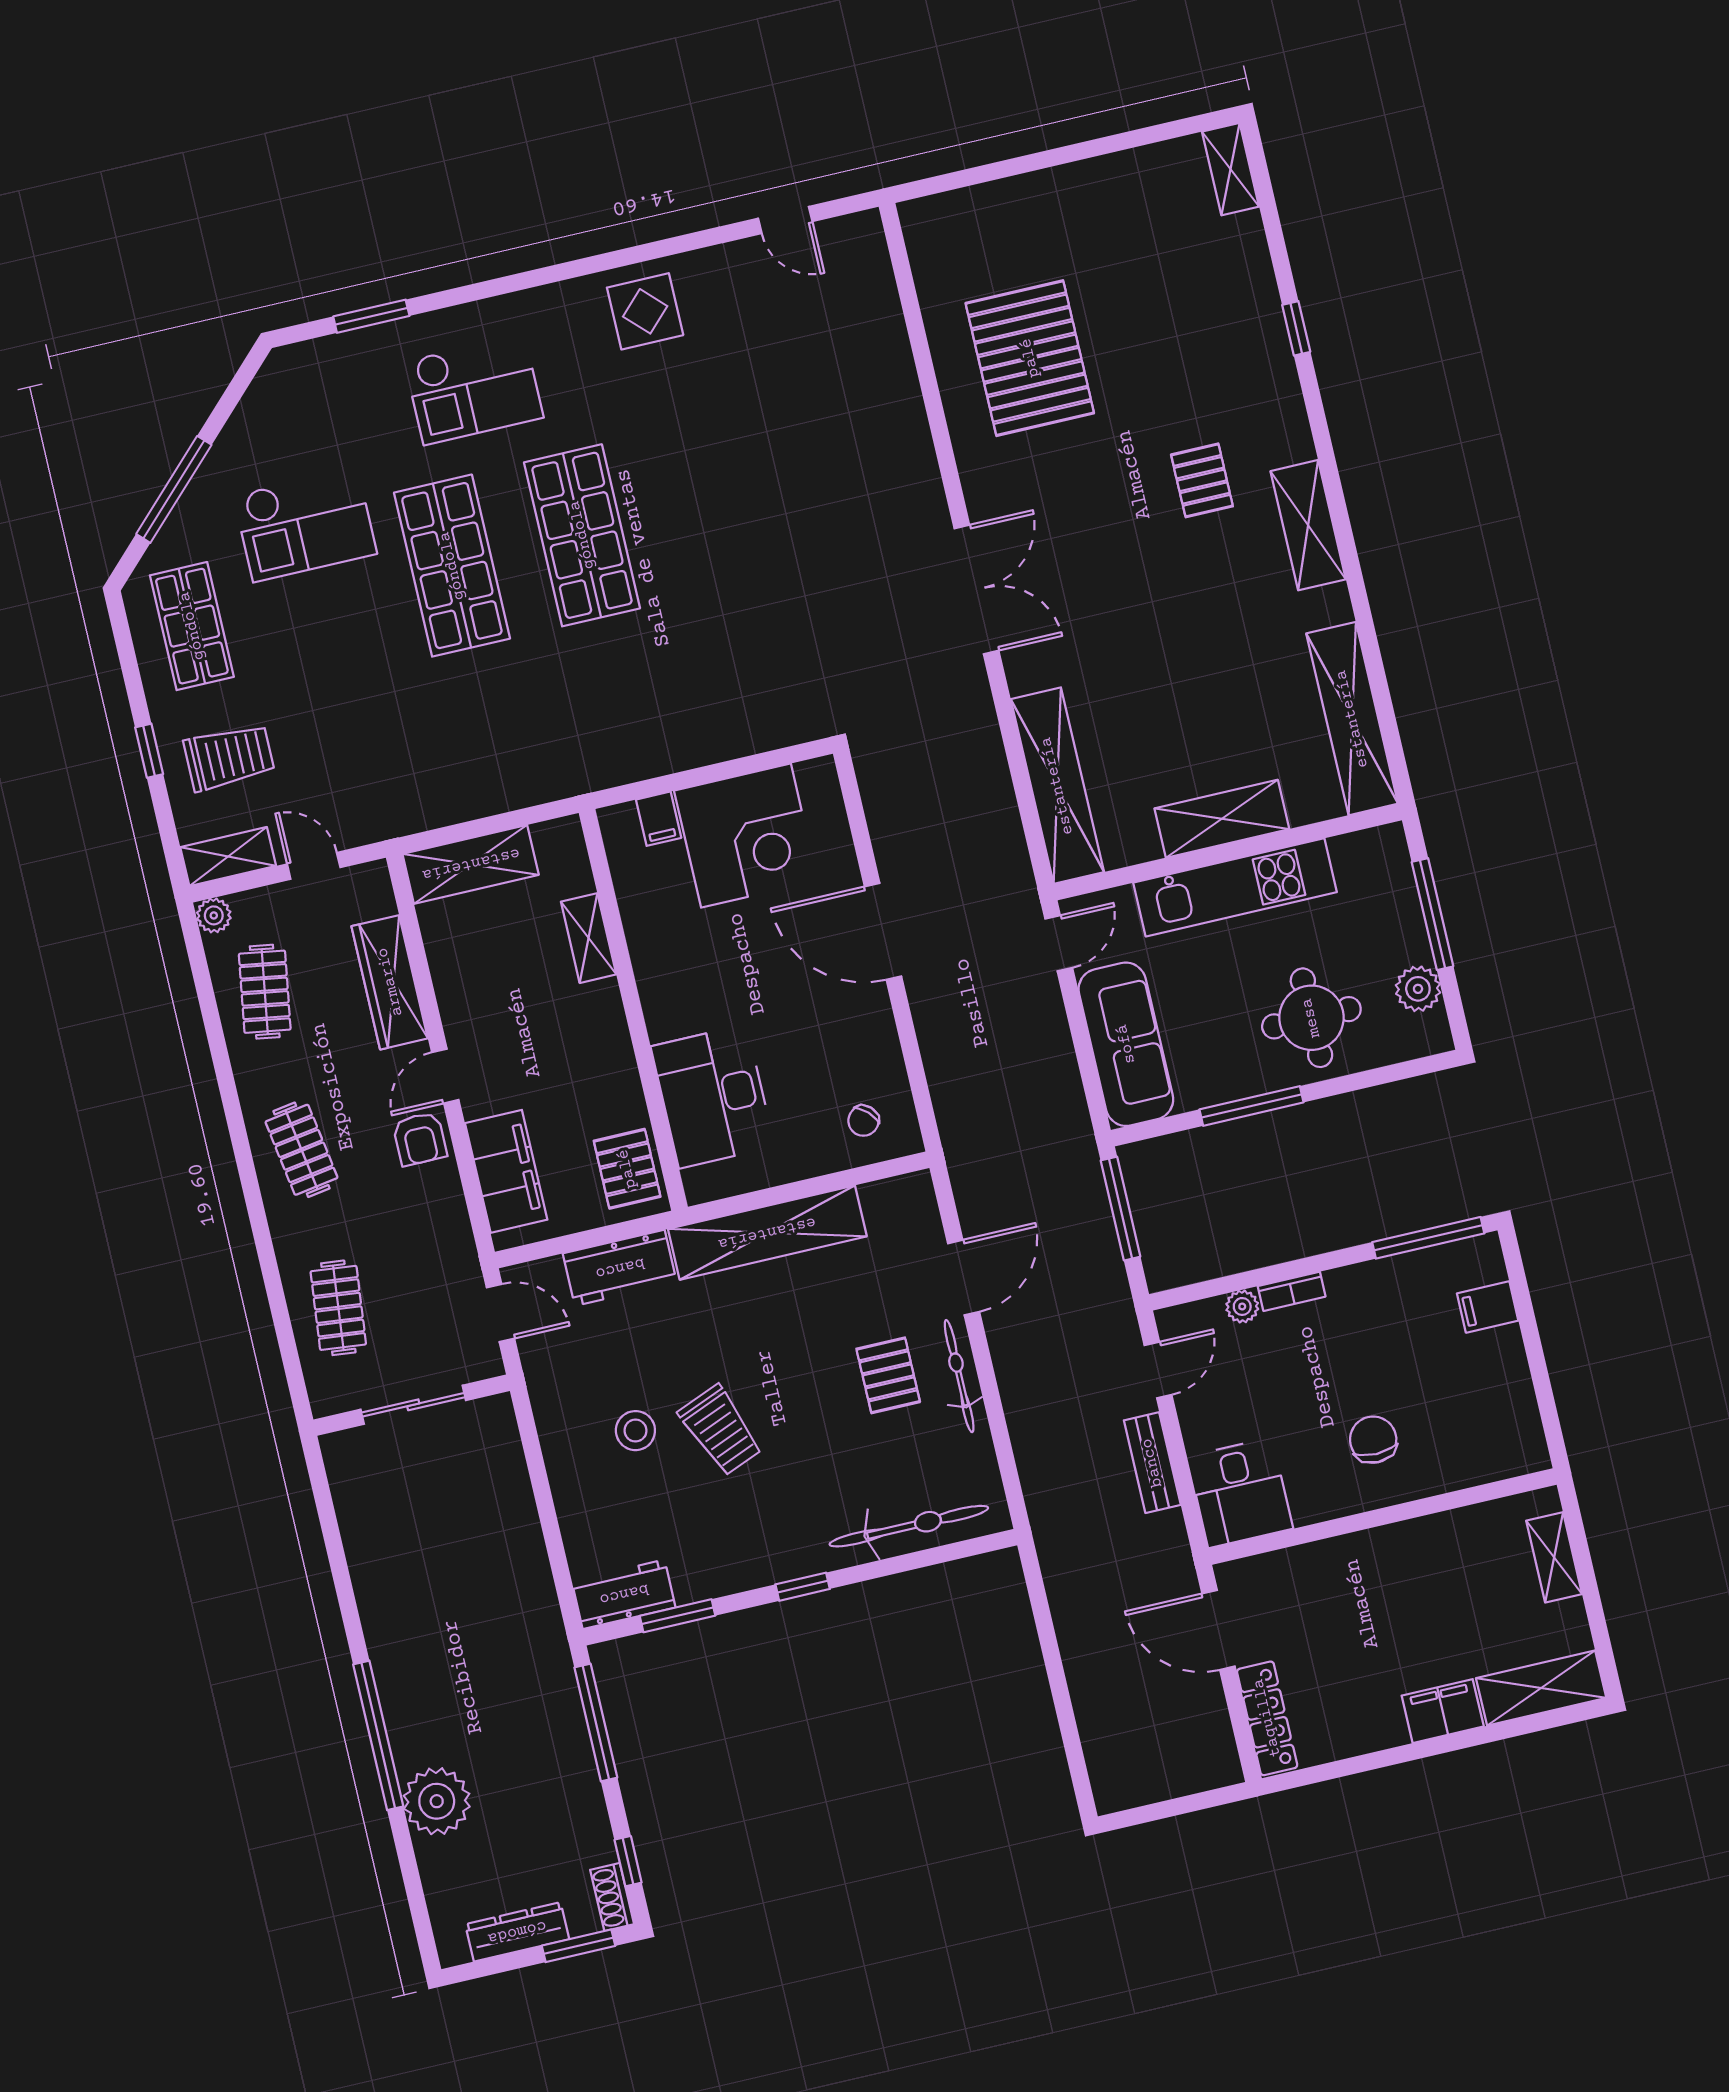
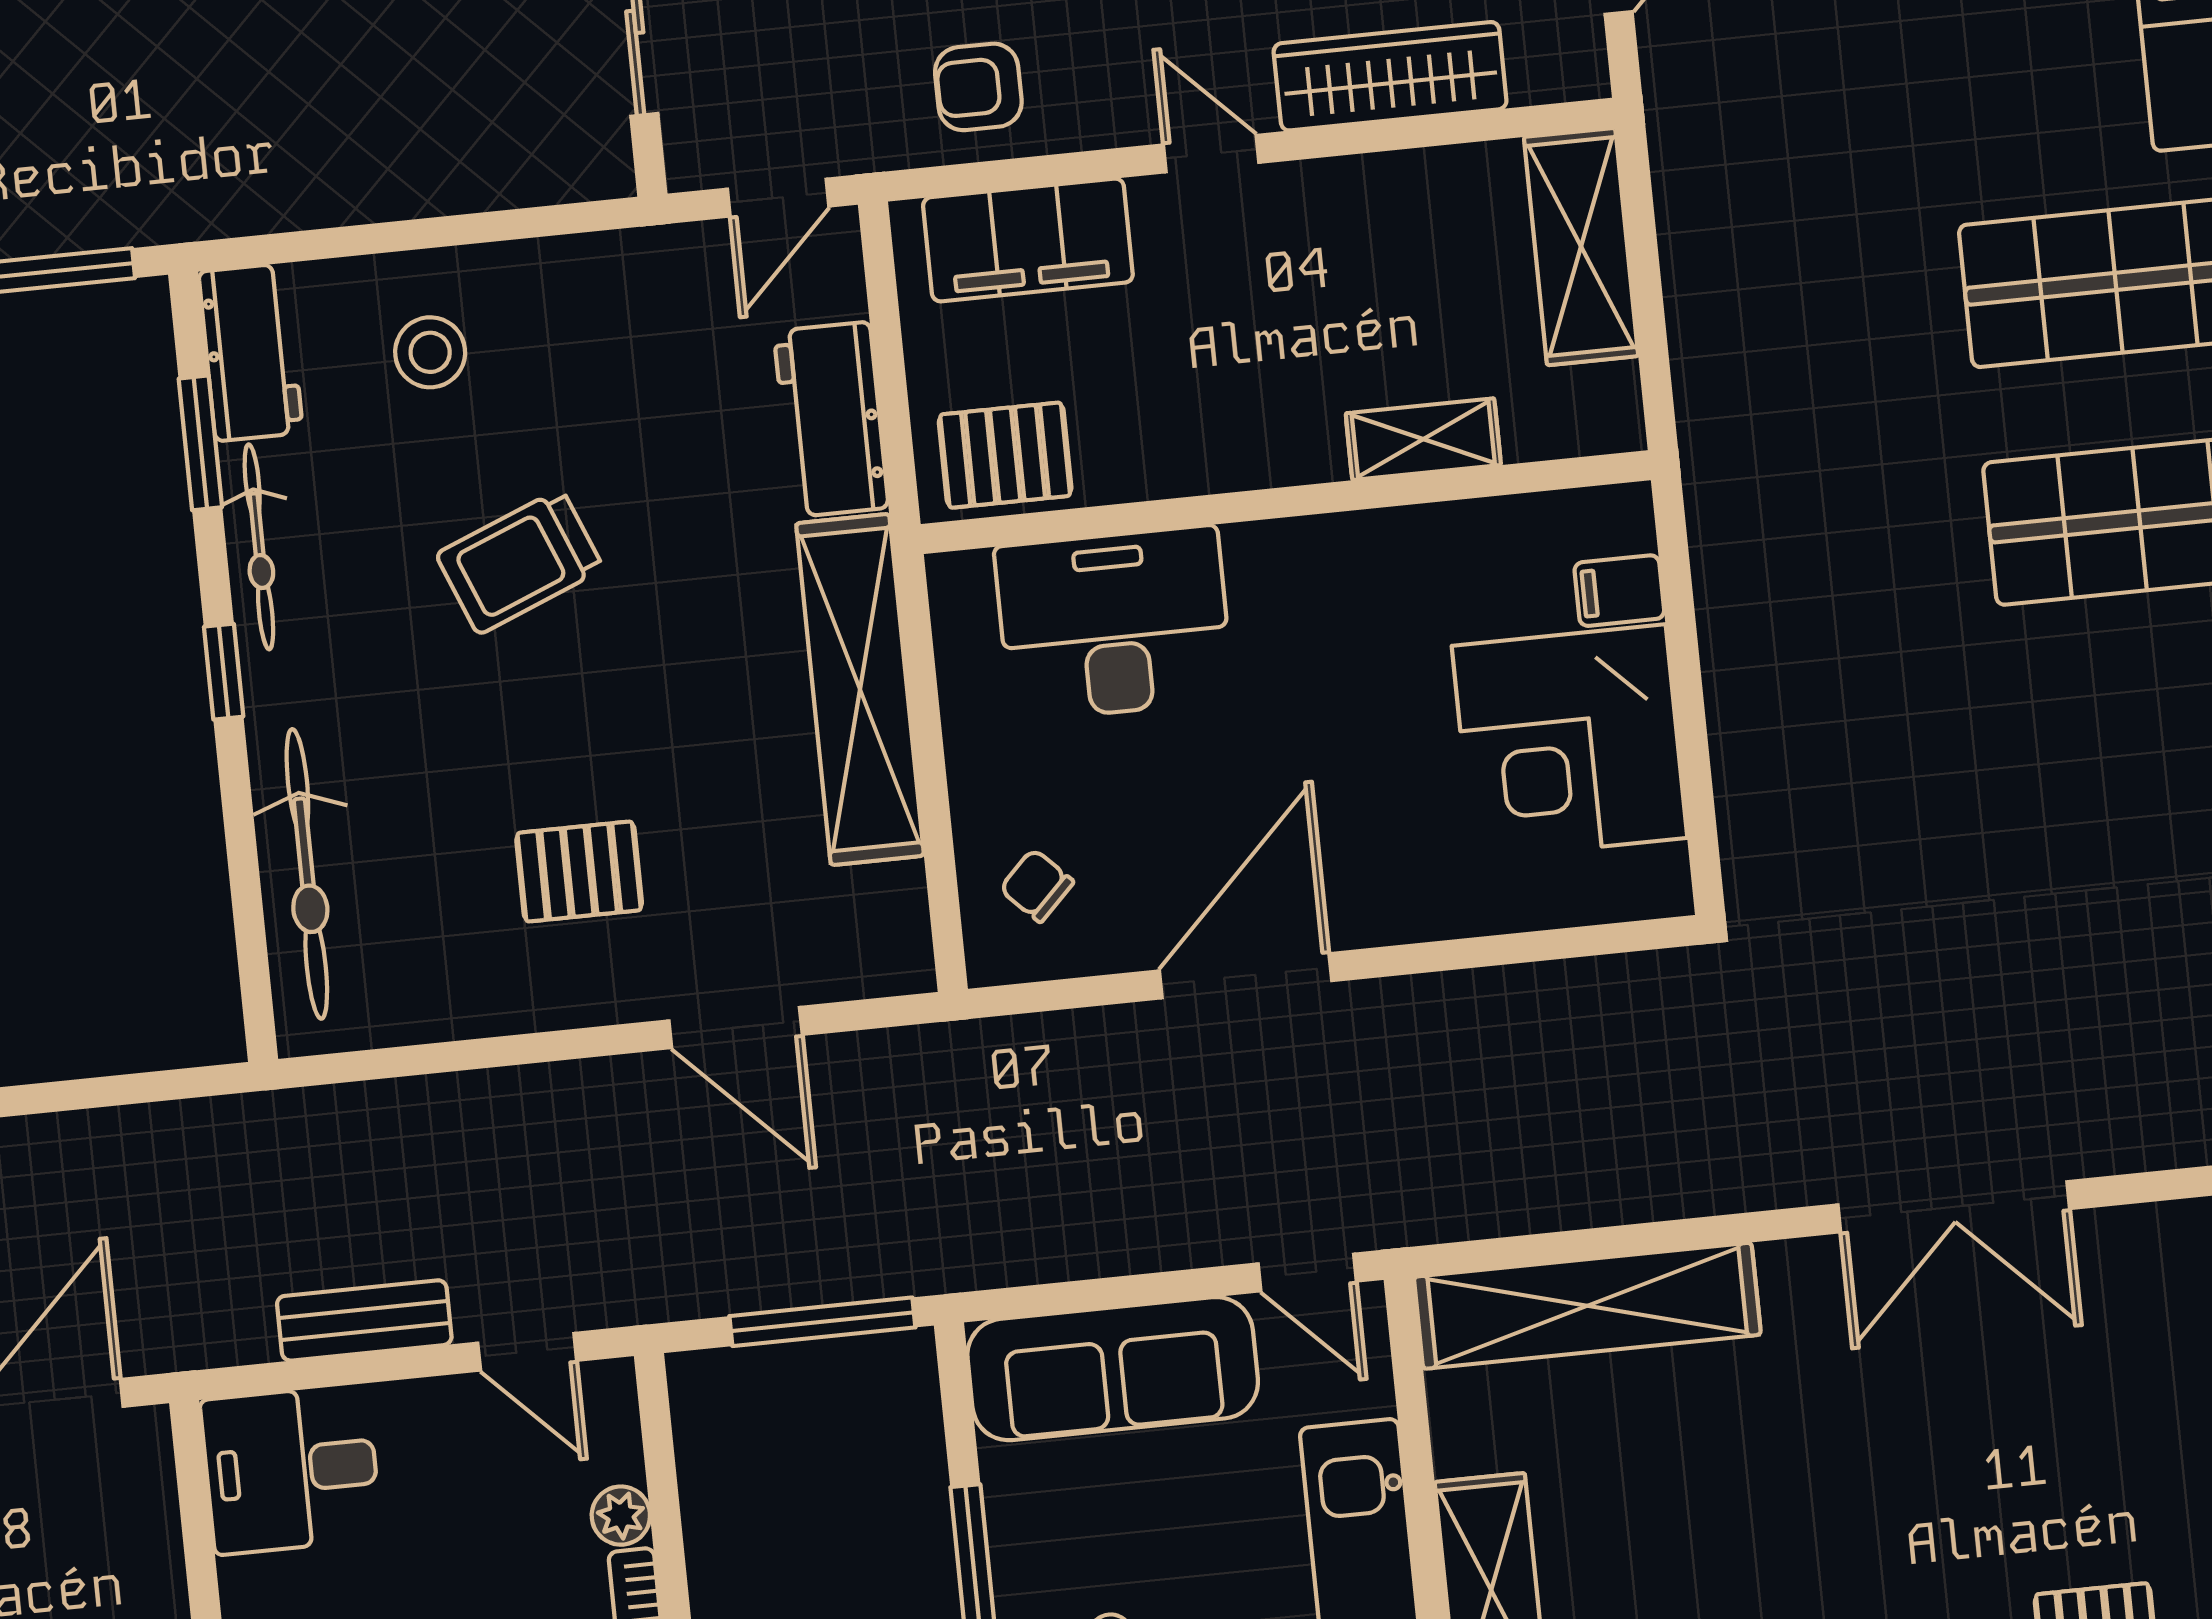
door: (883, 931) -> (1246, 976), moved
armchair: (420, 1139) -> (978, 87), moved
bicycle: (959, 1376) -> (259, 547), moved, turned 90
stool: (635, 1431) -> (430, 352), moved

